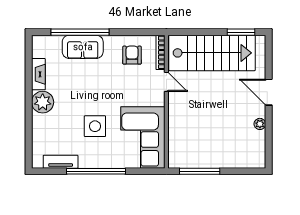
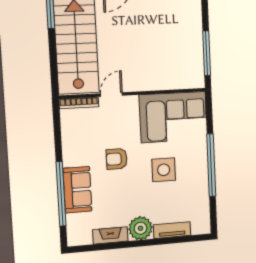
armchair: (132, 55) -> (117, 159), moved
tv unit: (61, 162) -> (172, 230), moved, turned 90

